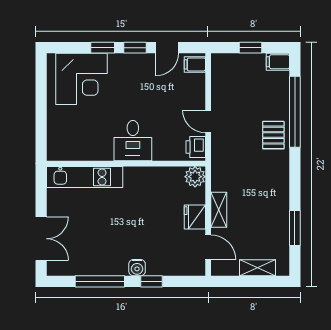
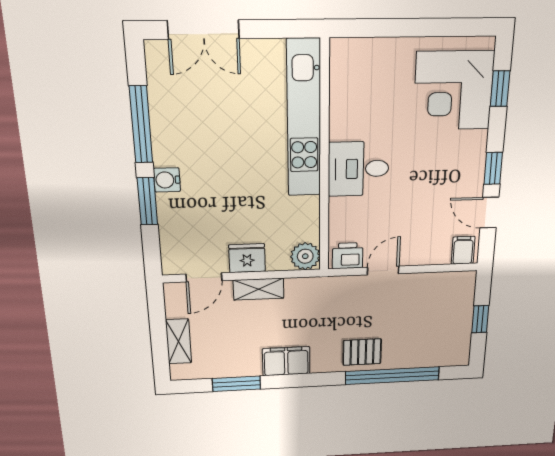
window: (103, 48) -> (500, 89), moved
filing cabinet: (278, 62) -> (286, 361), moved, width x2.00
kitchen unit: (85, 177) -> (304, 119), width x1.36
window: (151, 281) -> (147, 201), width x1.50

